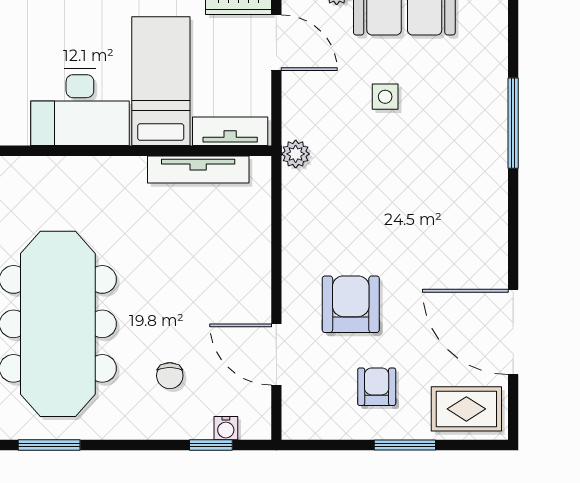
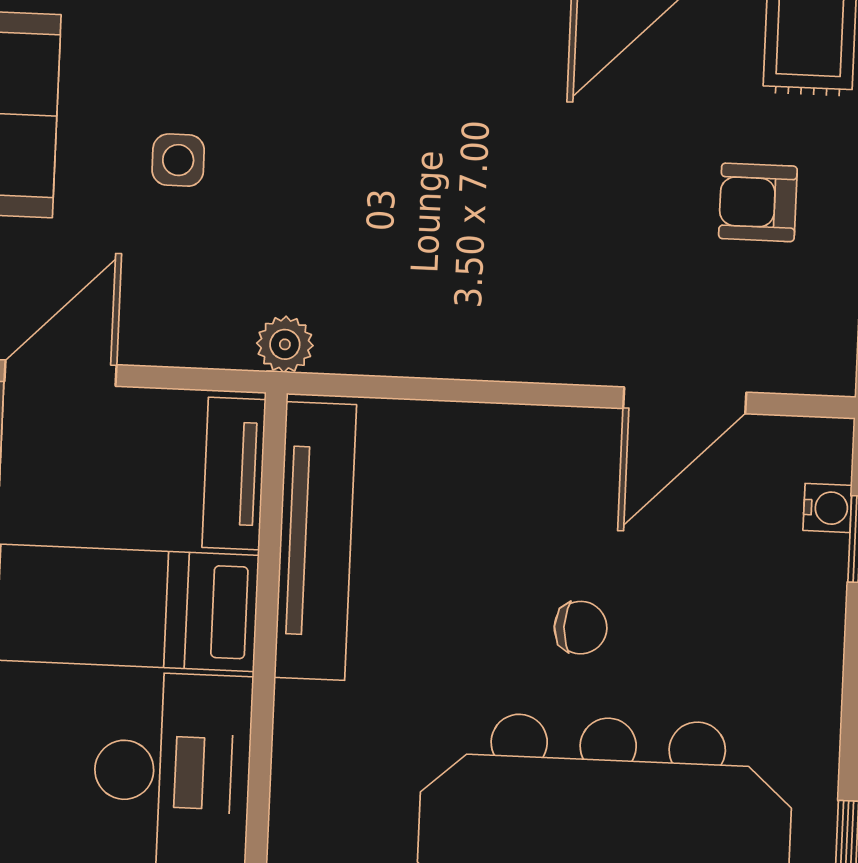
tv unit: (198, 169) -> (315, 541), width x1.36, depth x1.29
armchair: (351, 304) -> (591, 247), removed
chair: (170, 376) -> (581, 628), moved

